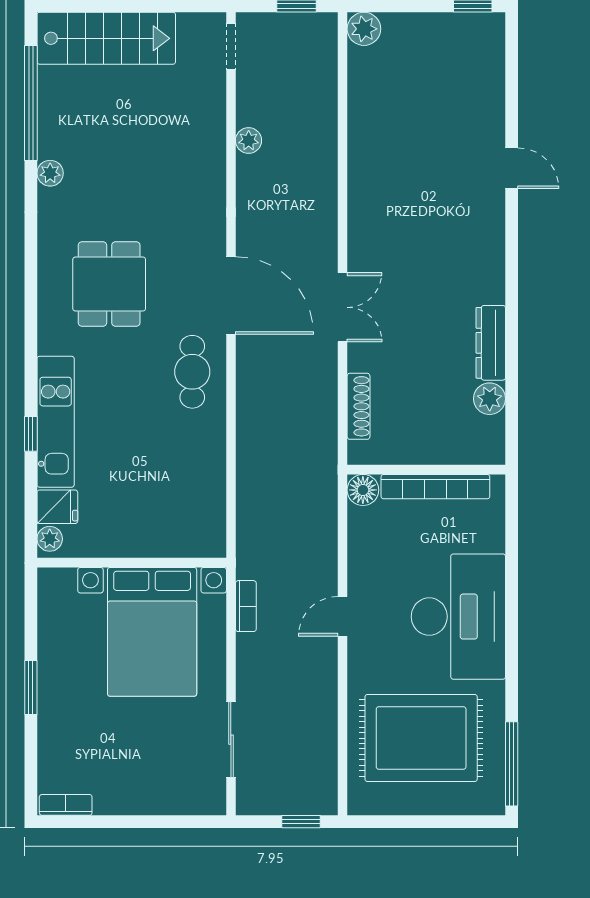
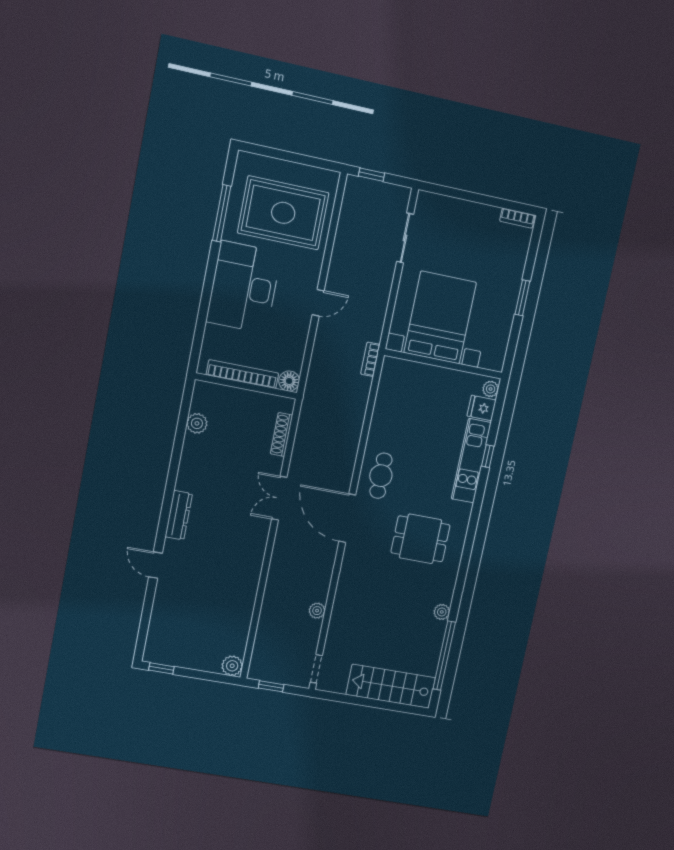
dining table: (109, 284) -> (420, 539), turned 90
dresser: (491, 343) -> (179, 515), moved
bookcase: (246, 606) -> (370, 359), moved
window: (512, 764) -> (222, 213), moved

